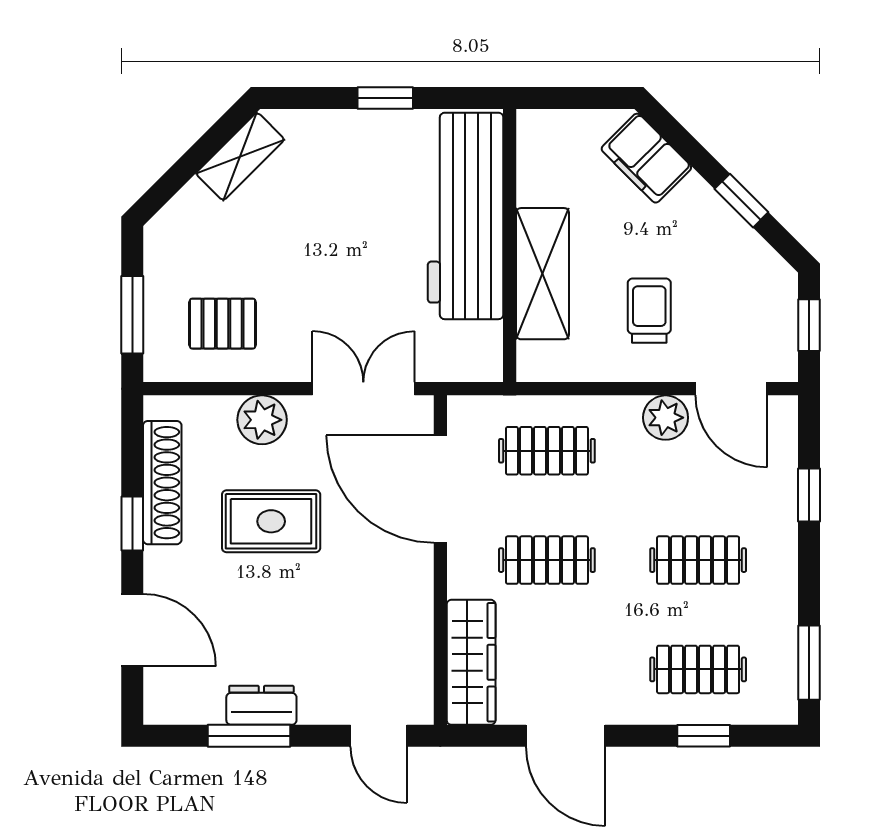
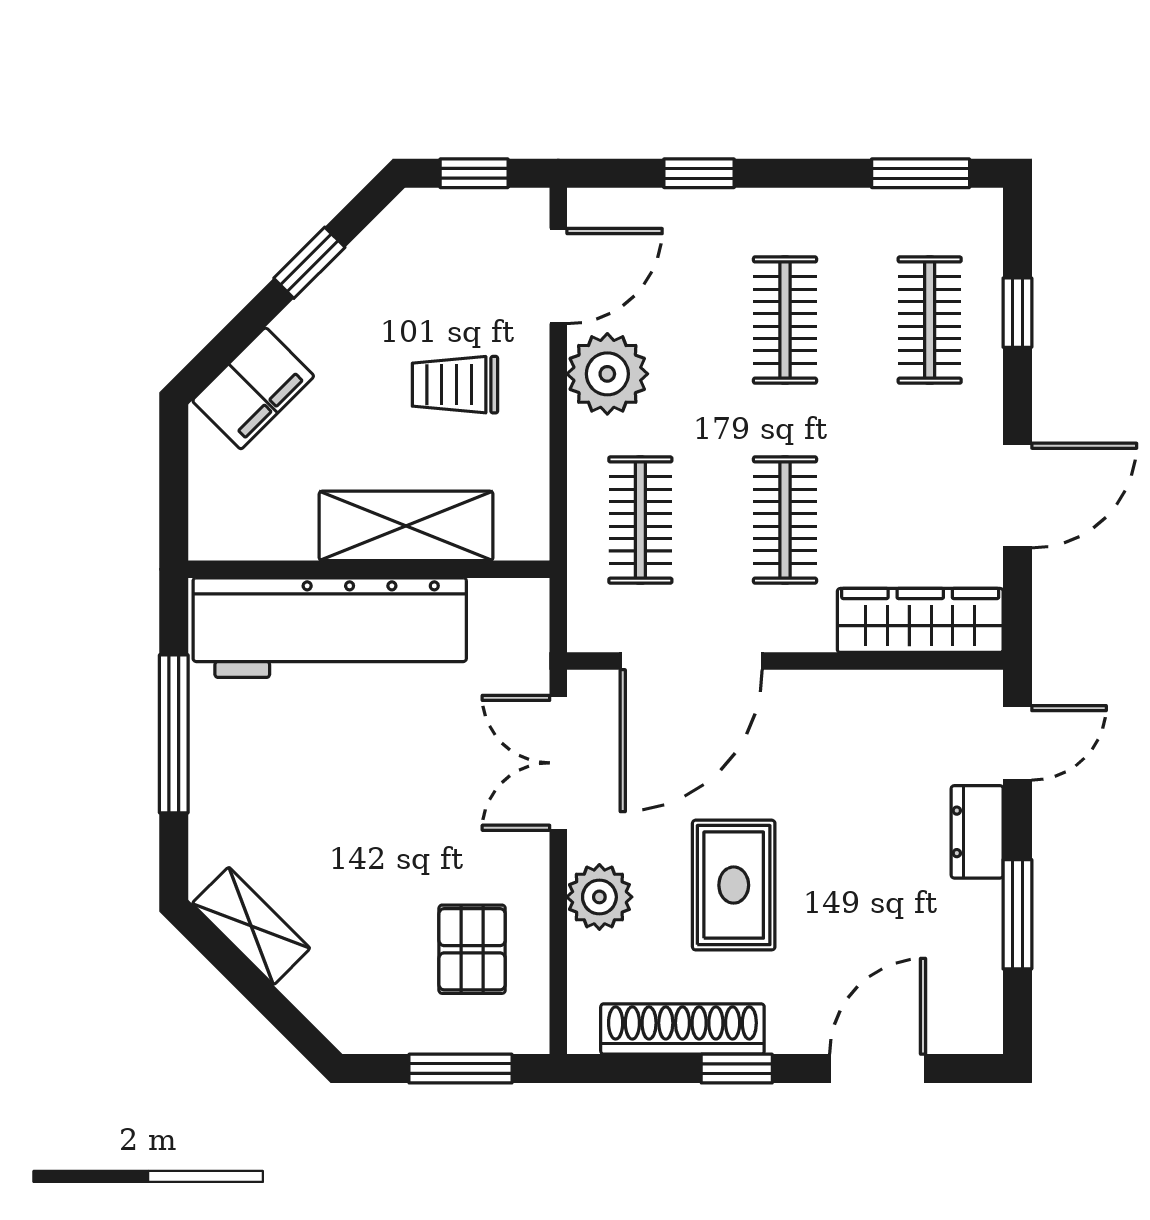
window: (385, 98) -> (174, 734), width x2.17
plant: (666, 418) -> (607, 374), width x1.36, depth x1.36
dresser: (261, 705) -> (977, 832), moved

